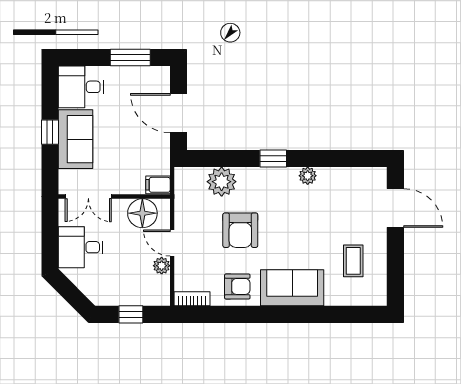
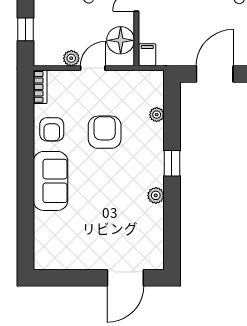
plant: (222, 182) -> (157, 115), width x0.53, depth x0.53
armchair: (240, 230) -> (105, 132), turned 90
coffee table: (353, 261) -> (76, 238), removed

